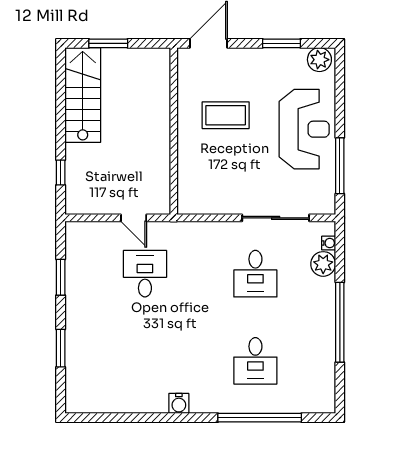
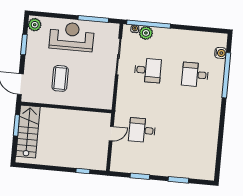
window: (108, 43) -> (16, 125), moved
stairs: (83, 95) -> (28, 132), moved, turned 90
window: (340, 322) -> (149, 24), moved
desk: (255, 361) -> (195, 75), turned 180
water cooler: (179, 403) -> (220, 53), moved

